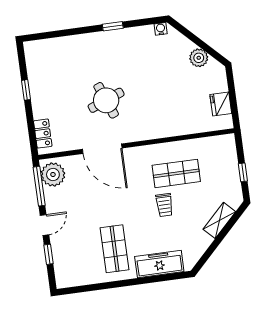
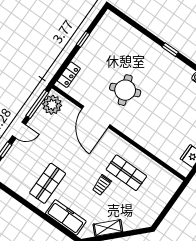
window: (243, 172) -> (167, 209), removed
shelving: (219, 220) -> (108, 228), moved

